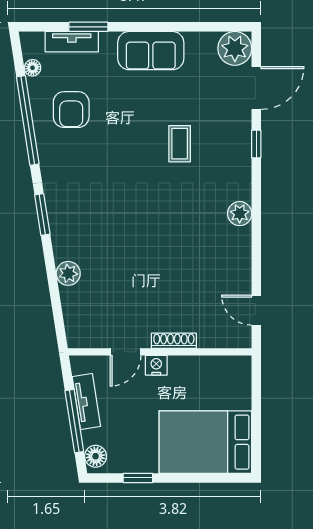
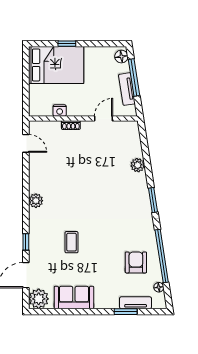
sofa: (151, 51) -> (74, 297), moved
shoe rack: (174, 341) -> (71, 125), width x0.70
nightstand: (156, 365) -> (60, 111), moved
window: (138, 478) -> (67, 44), moved

